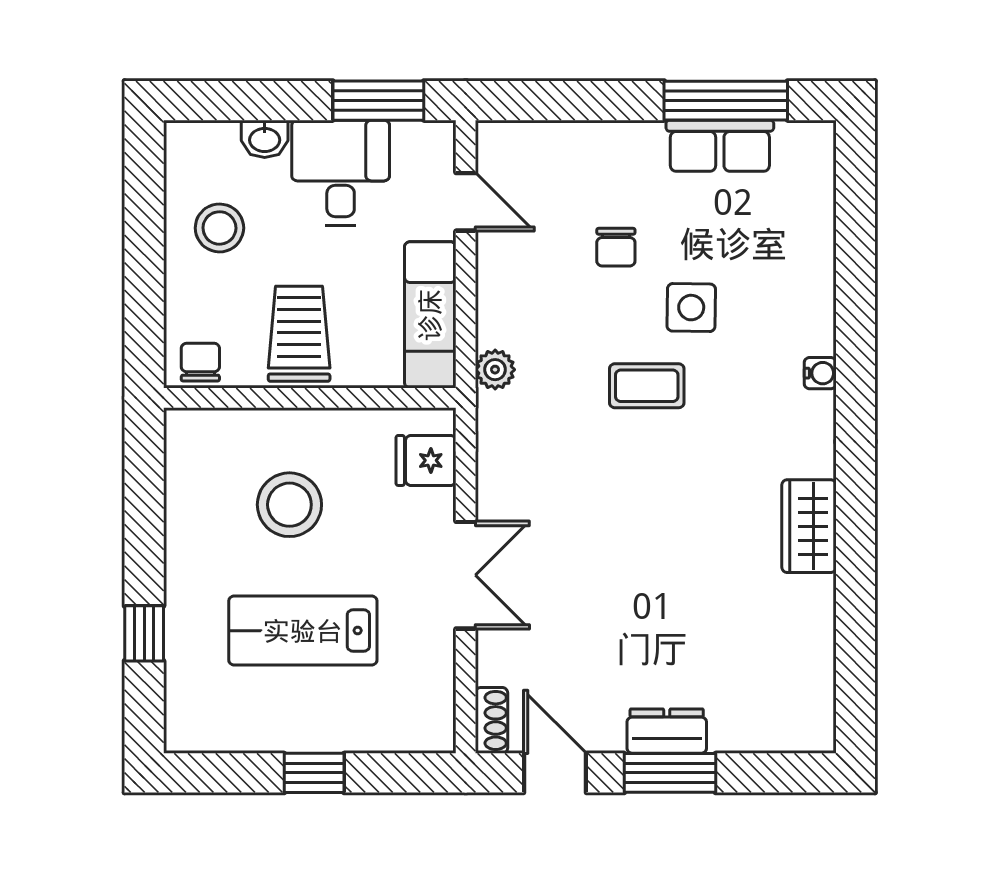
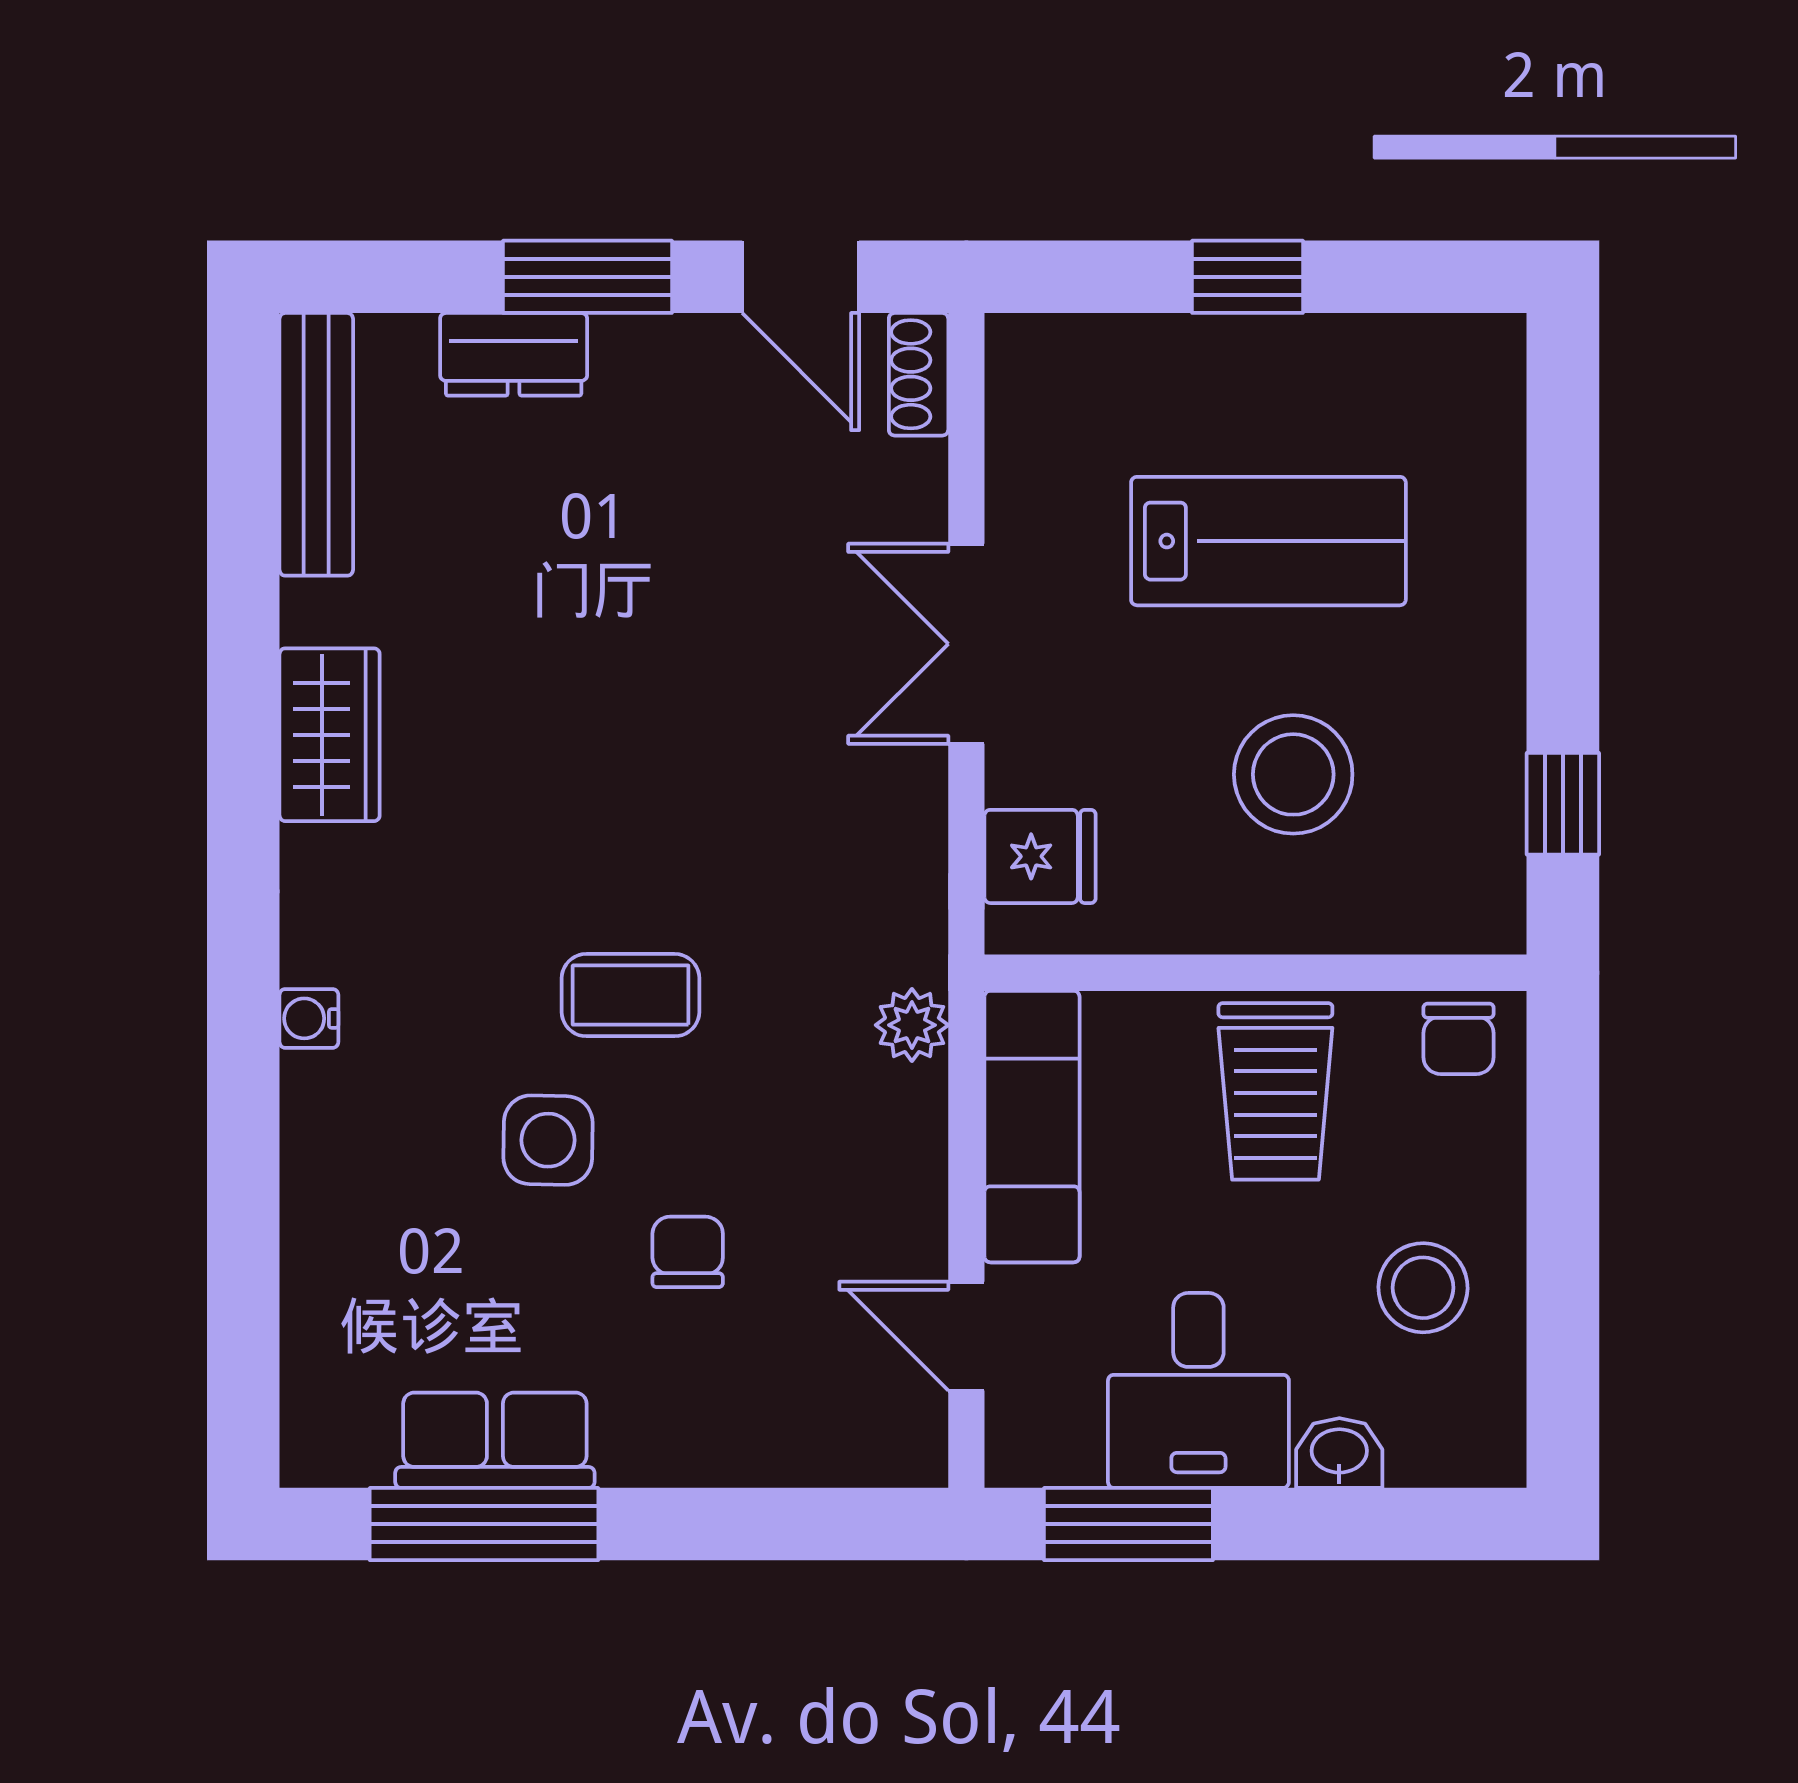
window: (144, 633) -> (1563, 804), moved
bench: (816, 683) -> (316, 444), added
dresser: (667, 731) -> (514, 354), moved

